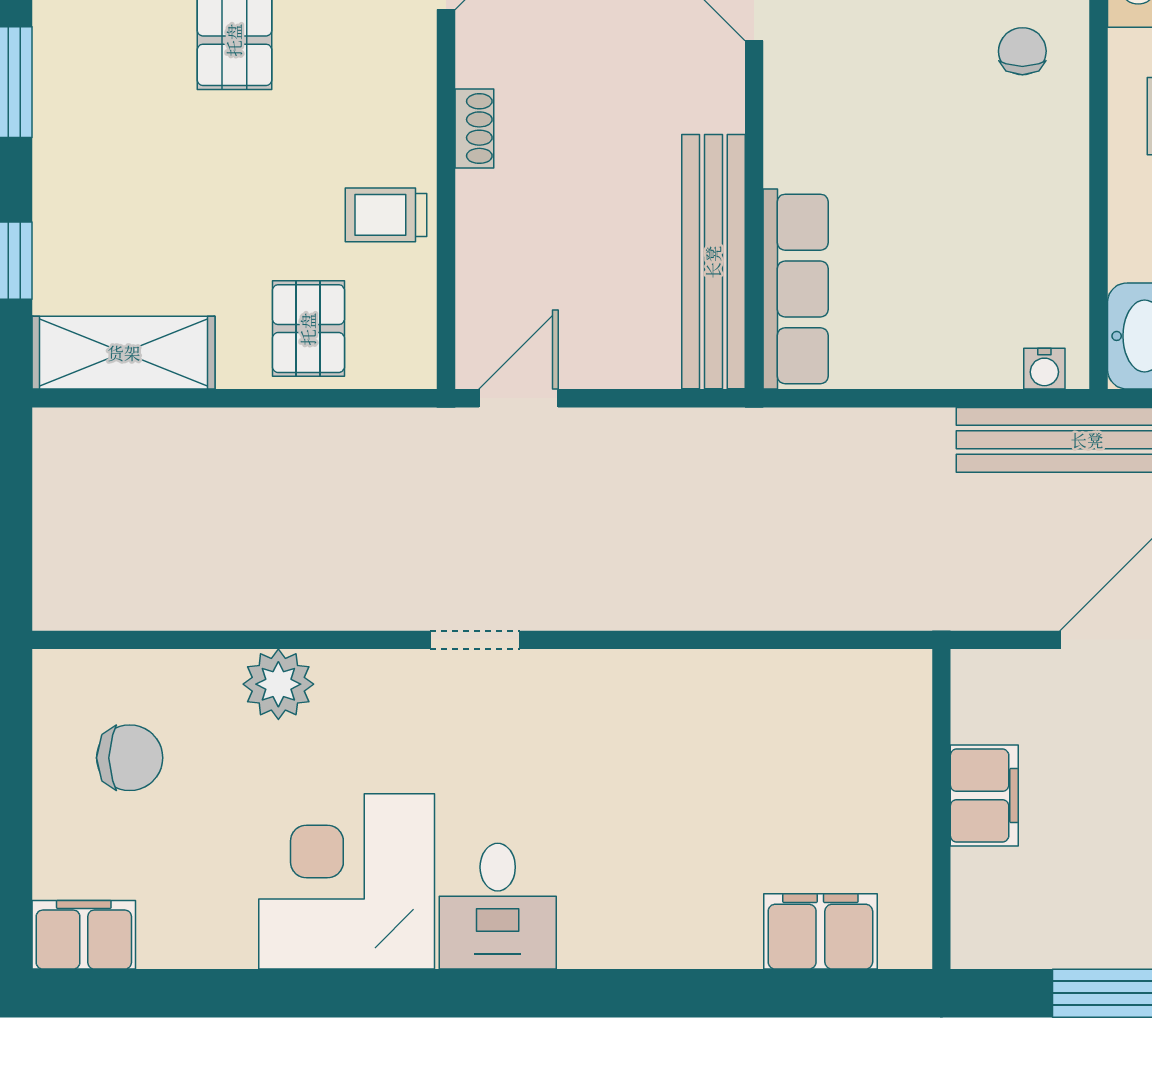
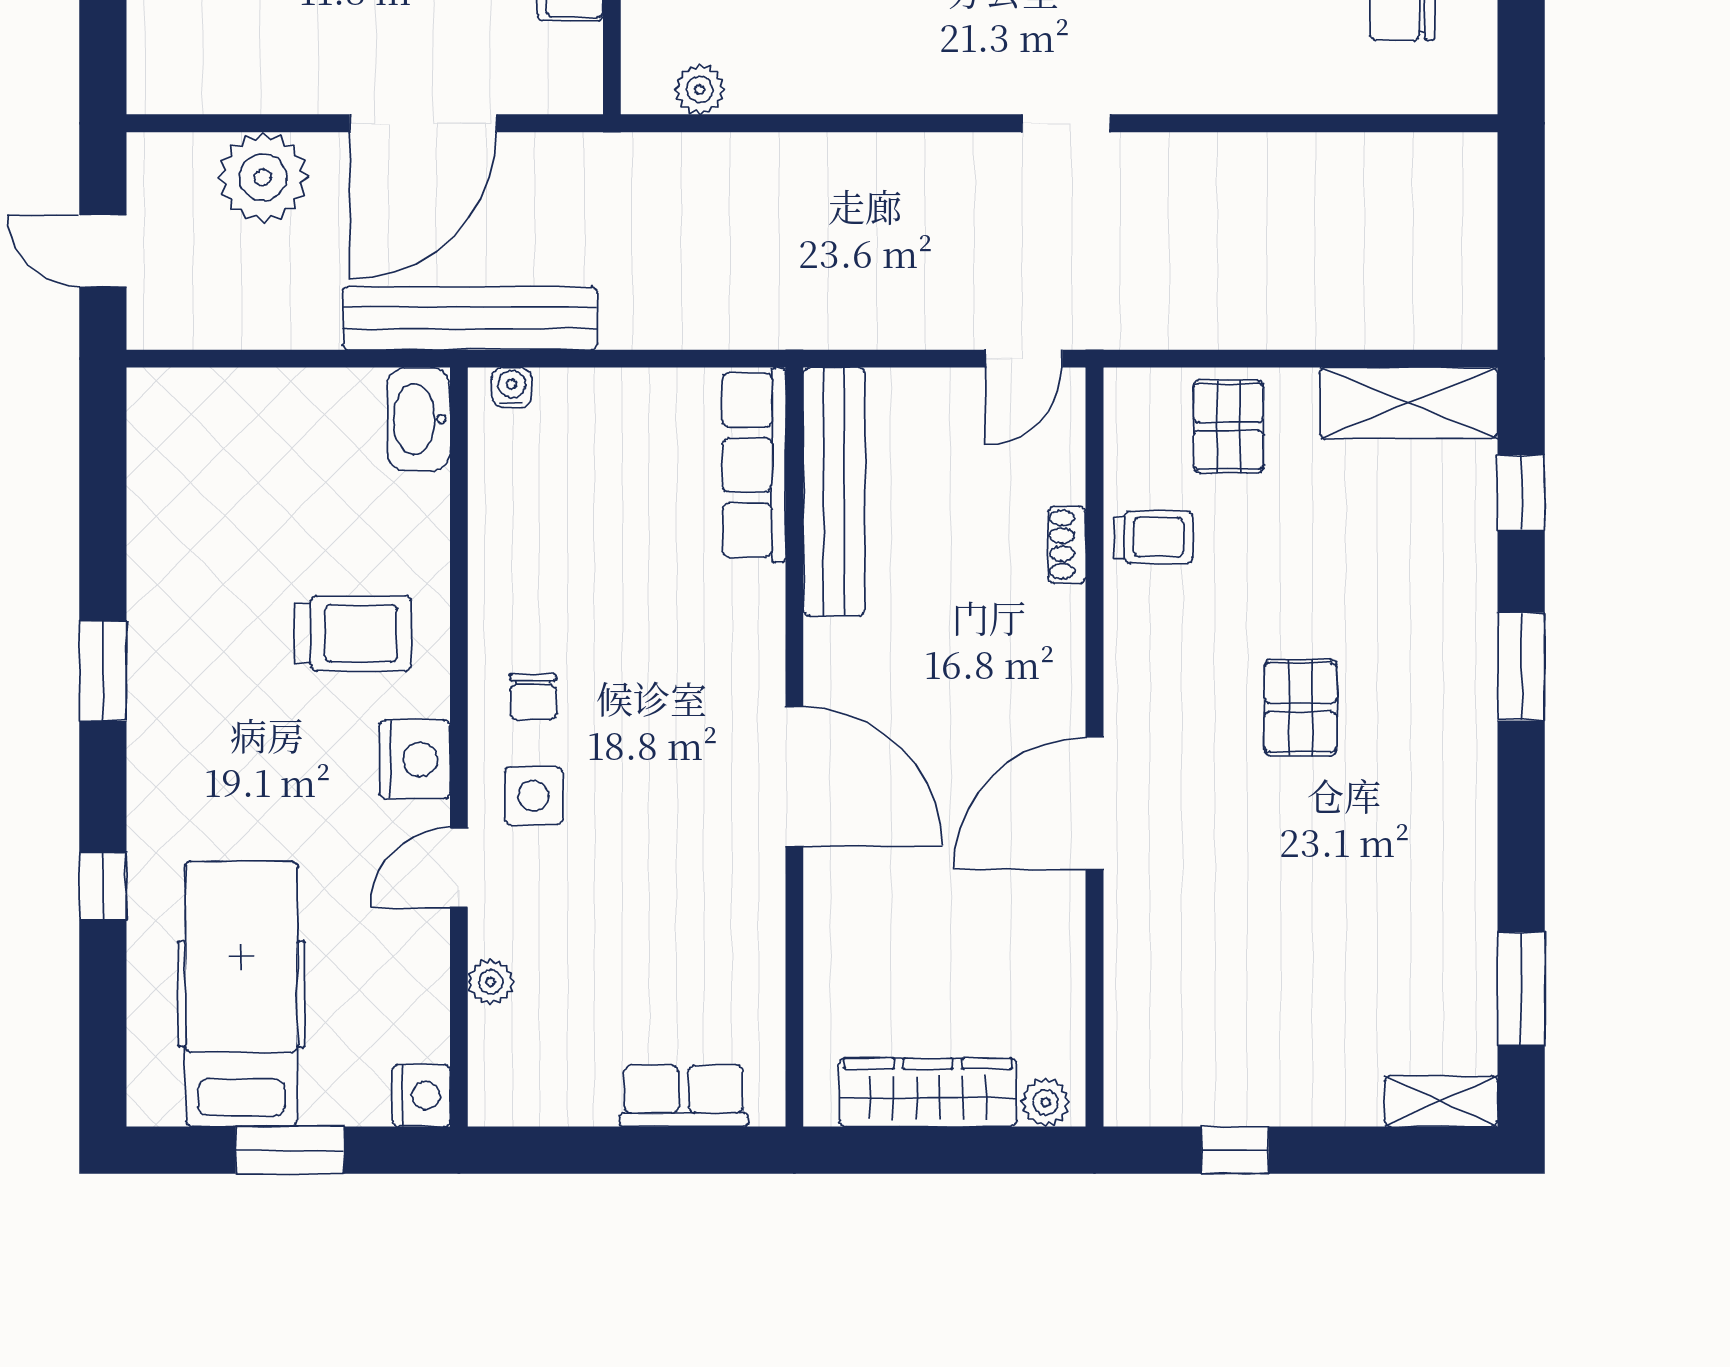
shoe rack: (474, 129) -> (1067, 545), moved
plant: (278, 684) -> (700, 89), moved, width x0.73, depth x0.73

